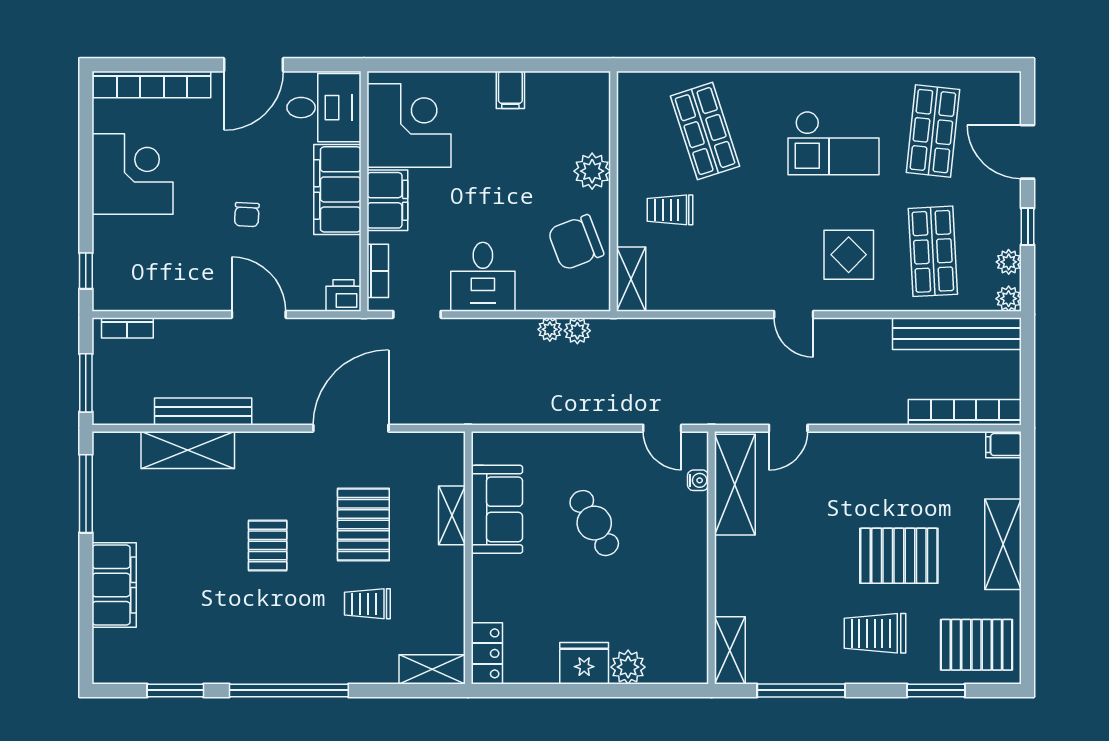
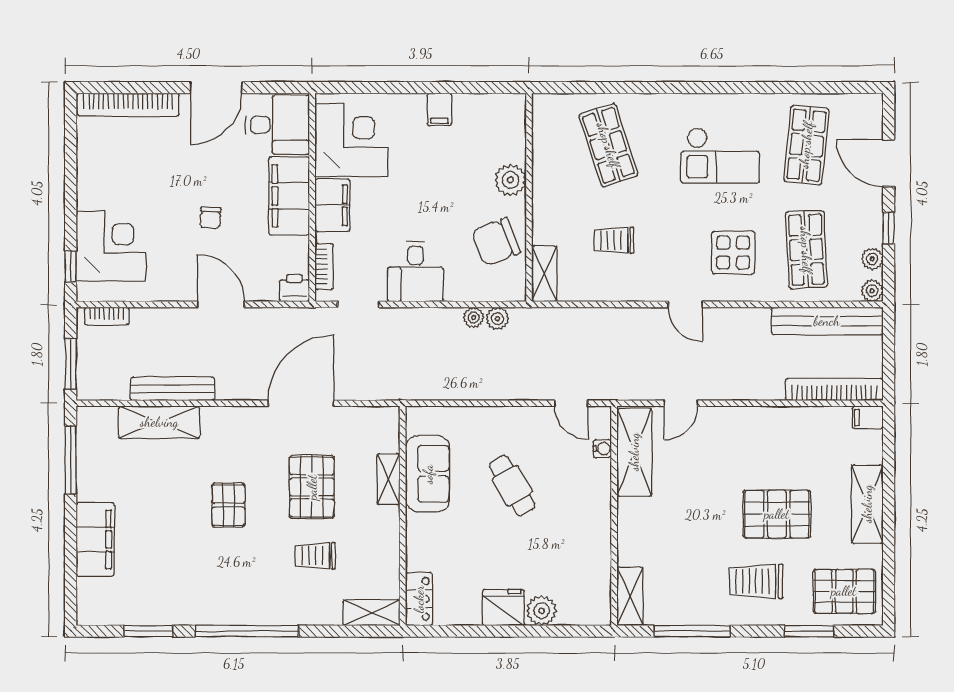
corner desk: (133, 174) -> (111, 246), moved
trolley: (670, 210) -> (614, 240), moved

